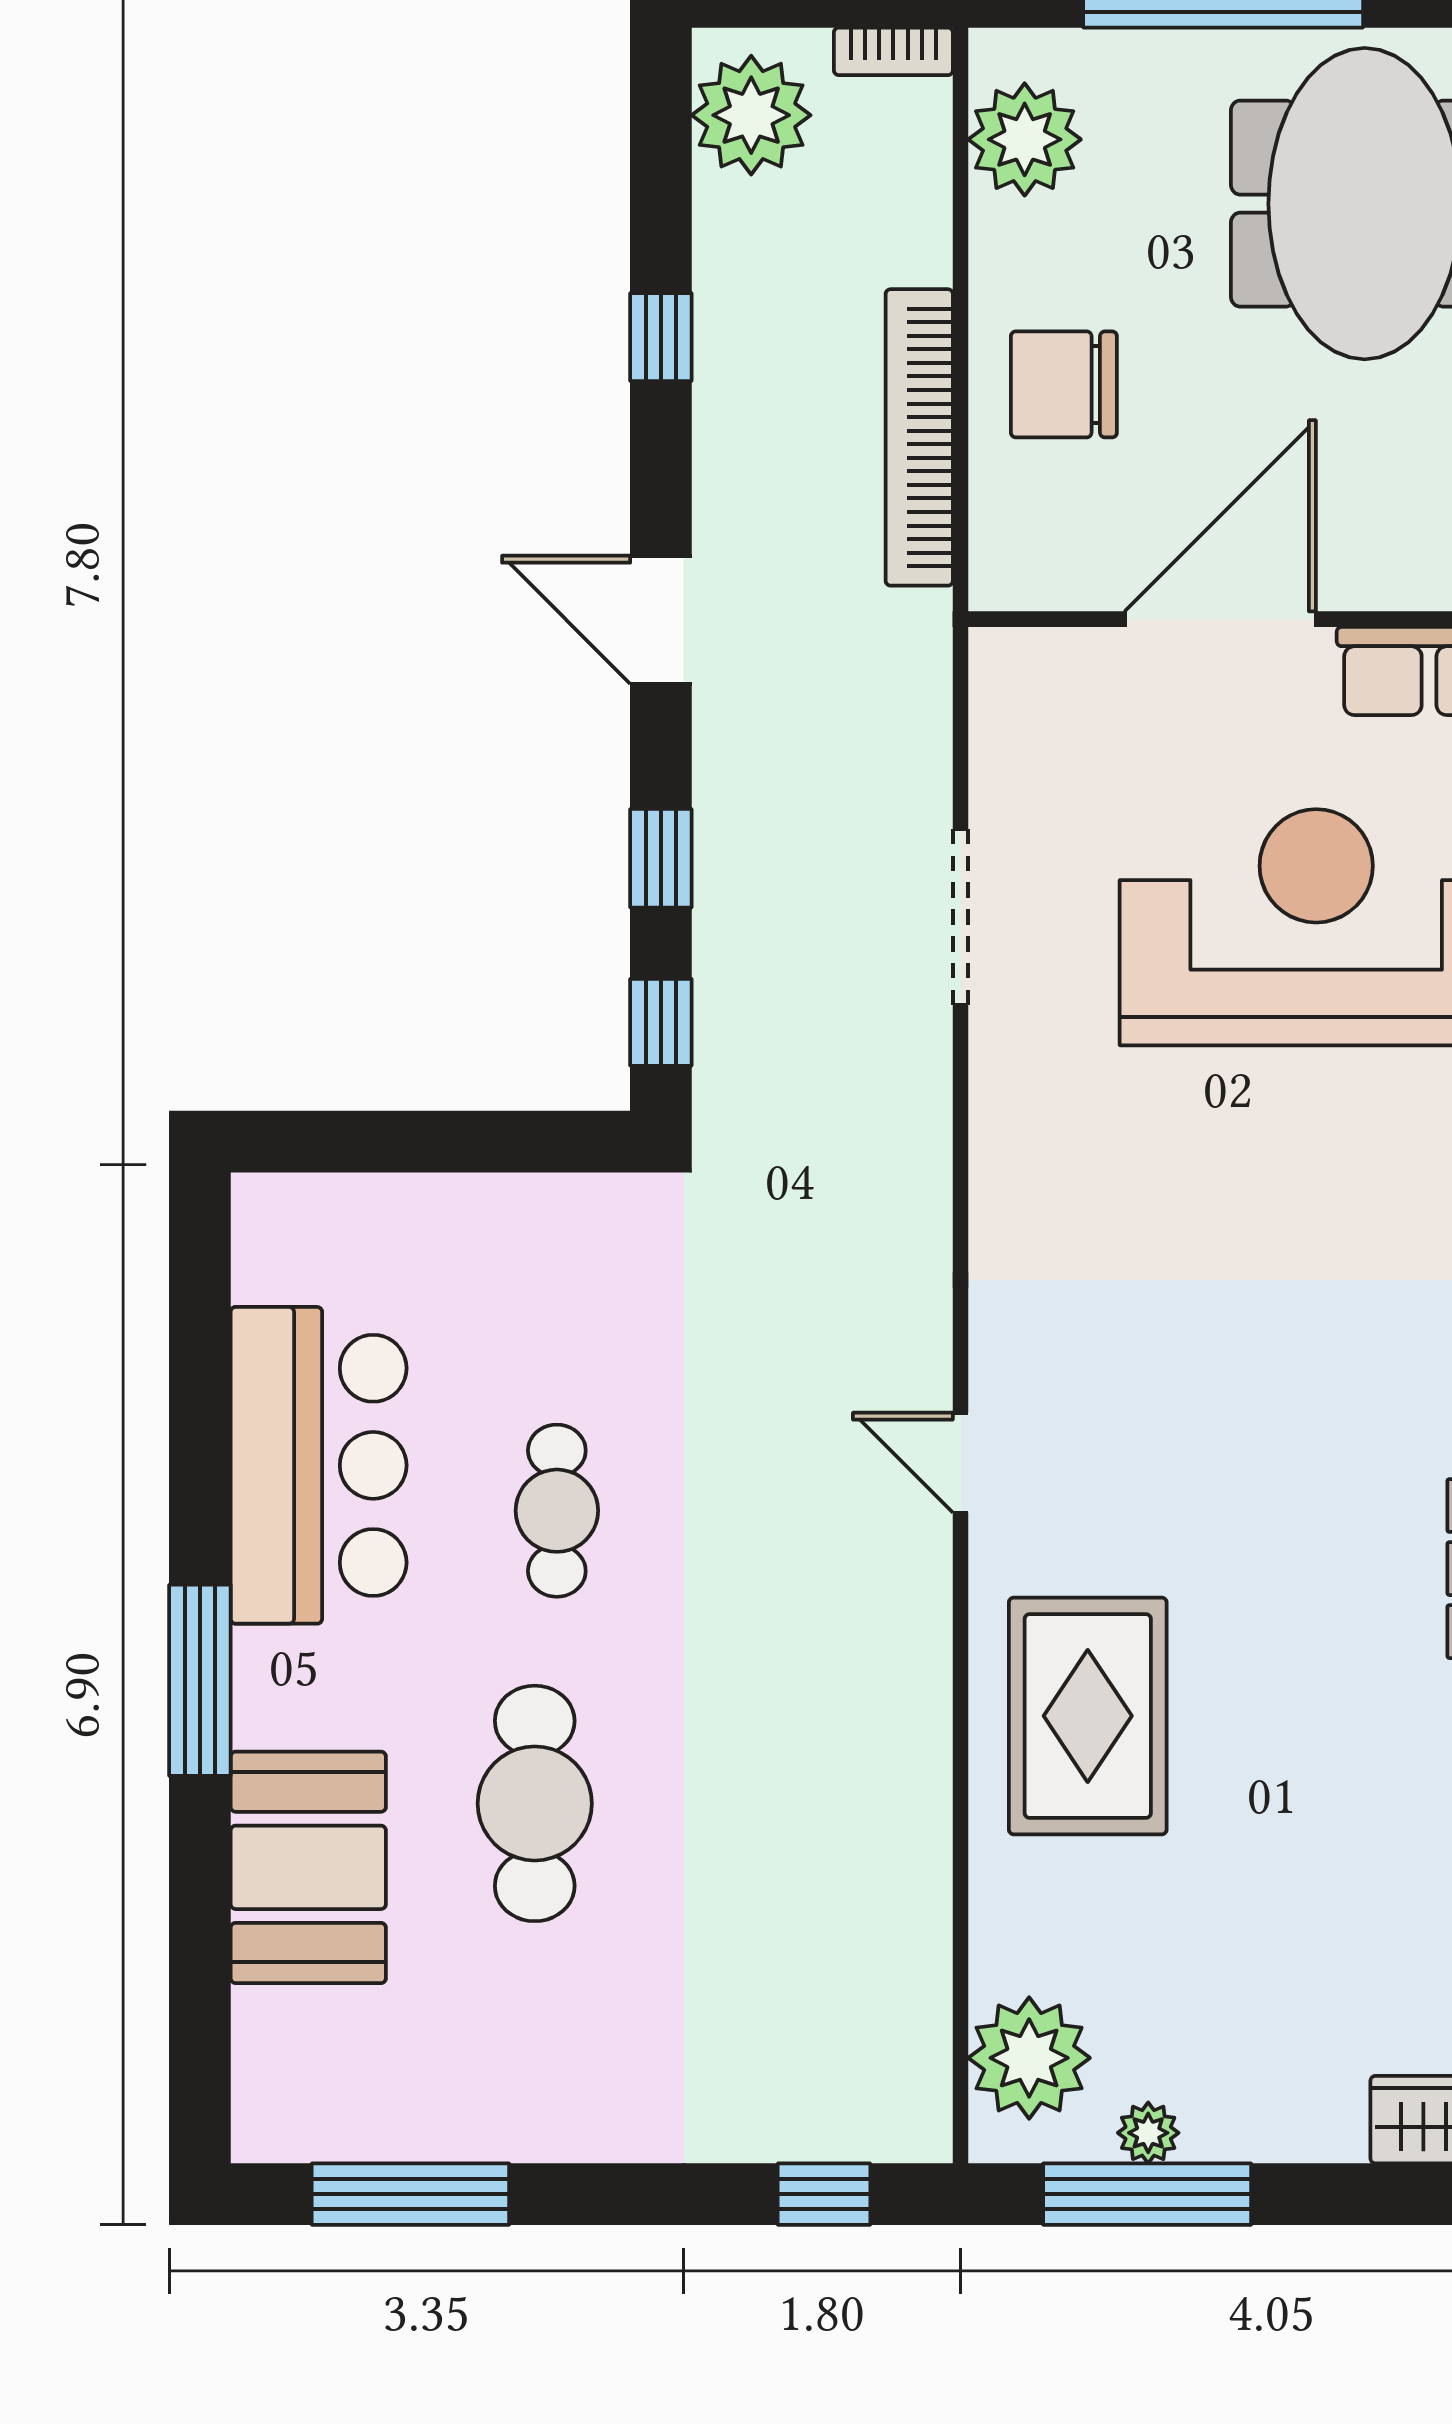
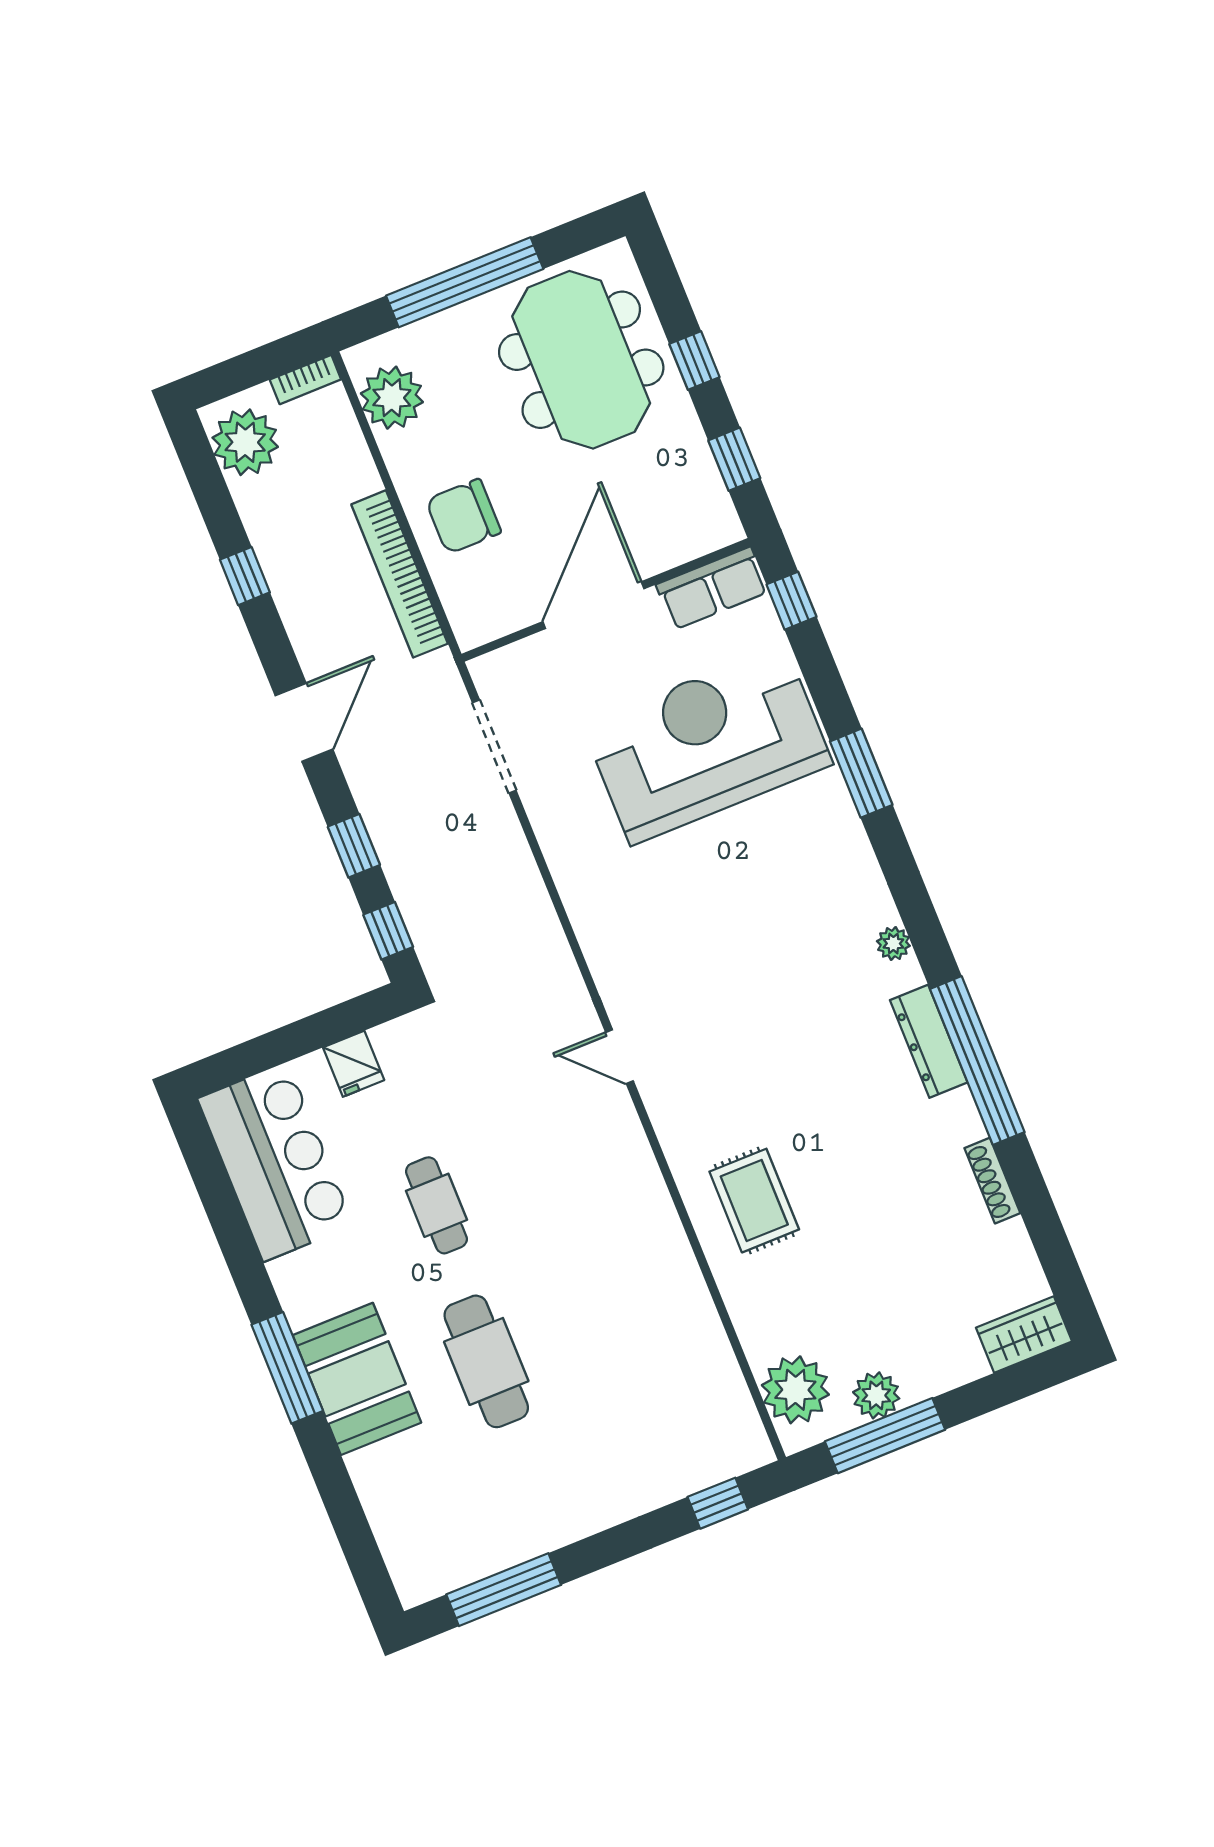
door: (661, 620) -> (304, 722), swing flipped
doorway: (961, 917) -> (494, 747), moved
fridge: (514, 1220) -> (354, 1064), added
door: (961, 1463) -> (619, 1057), moved
bar counter: (319, 1465) -> (276, 1162), moved
rug: (1088, 1716) -> (754, 1201), width x0.73, depth x0.70
booth: (308, 1867) -> (357, 1379), moved
plant: (1148, 2133) -> (876, 1395), width x1.38, depth x1.38

